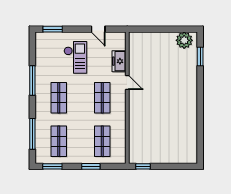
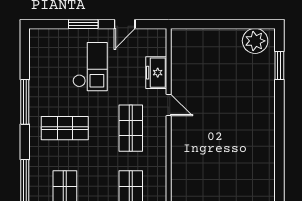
window: (53, 29) -> (83, 24), moved
door: (98, 29) -> (125, 24), hinge flipped
shop shelf: (59, 98) -> (65, 128), turned 90

